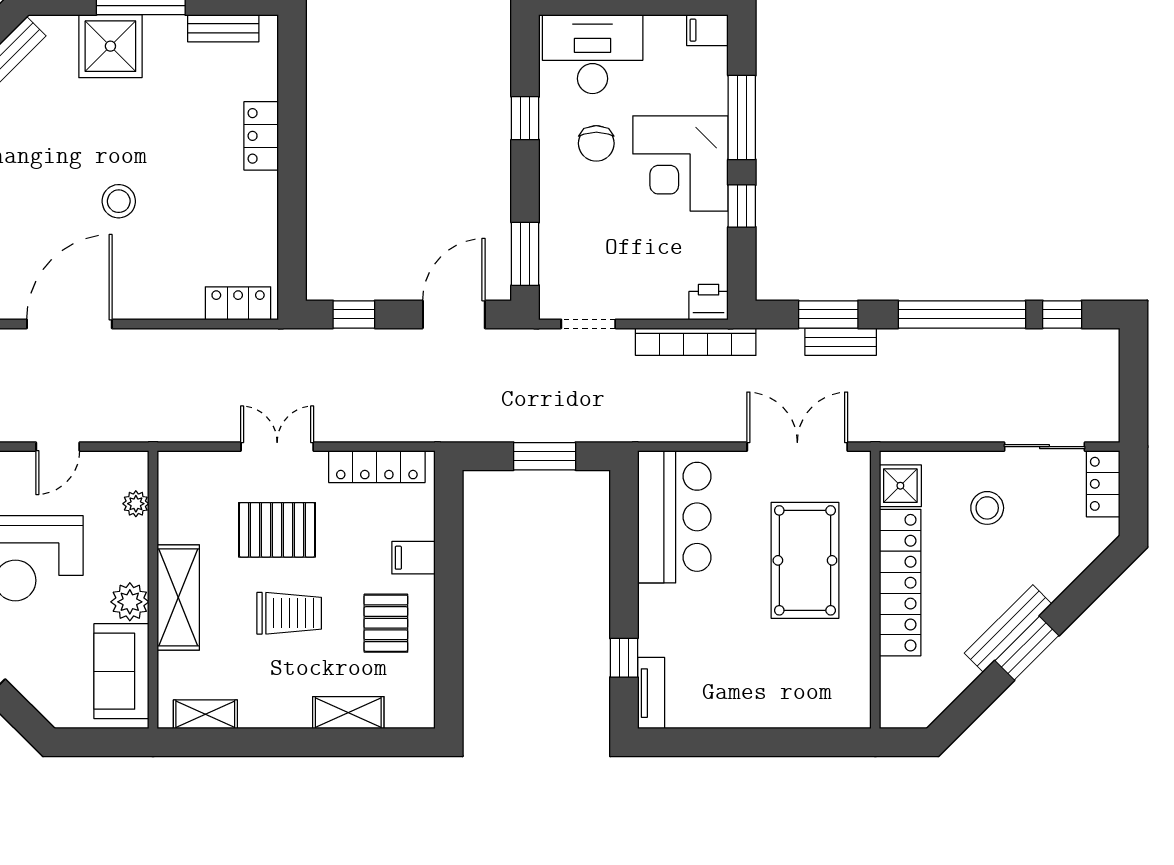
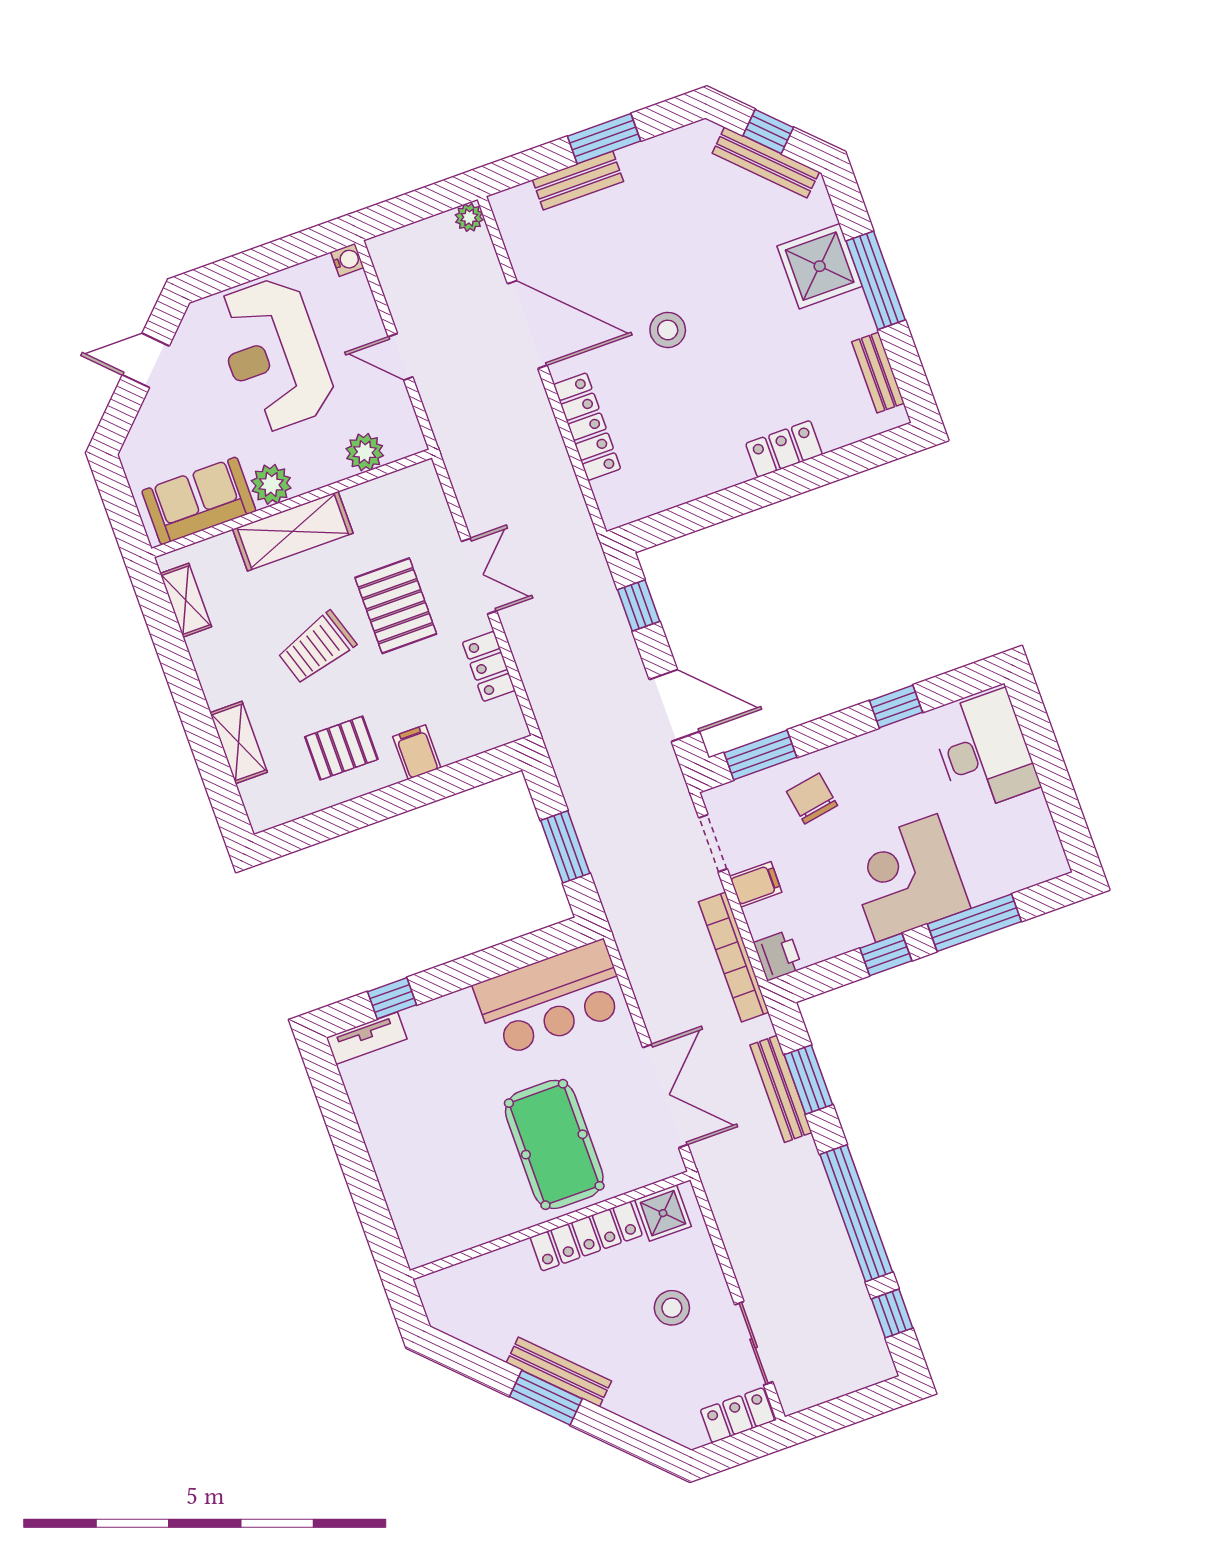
filing cabinet: (707, 30) -> (756, 884), moved, turned 90
chair: (596, 143) -> (812, 798), moved, turned 80
locker: (238, 303) -> (587, 427), moved, width x1.53
bench: (841, 342) -> (781, 1089), width x1.36
locker: (377, 467) -> (489, 666), width x0.66
plant: (136, 504) -> (365, 452), width x1.38, depth x1.38
pool table: (805, 560) -> (554, 1144), turned 90
locker: (900, 583) -> (586, 1236), width x0.71, depth x0.83
trolley: (289, 613) -> (317, 648), turned 72

